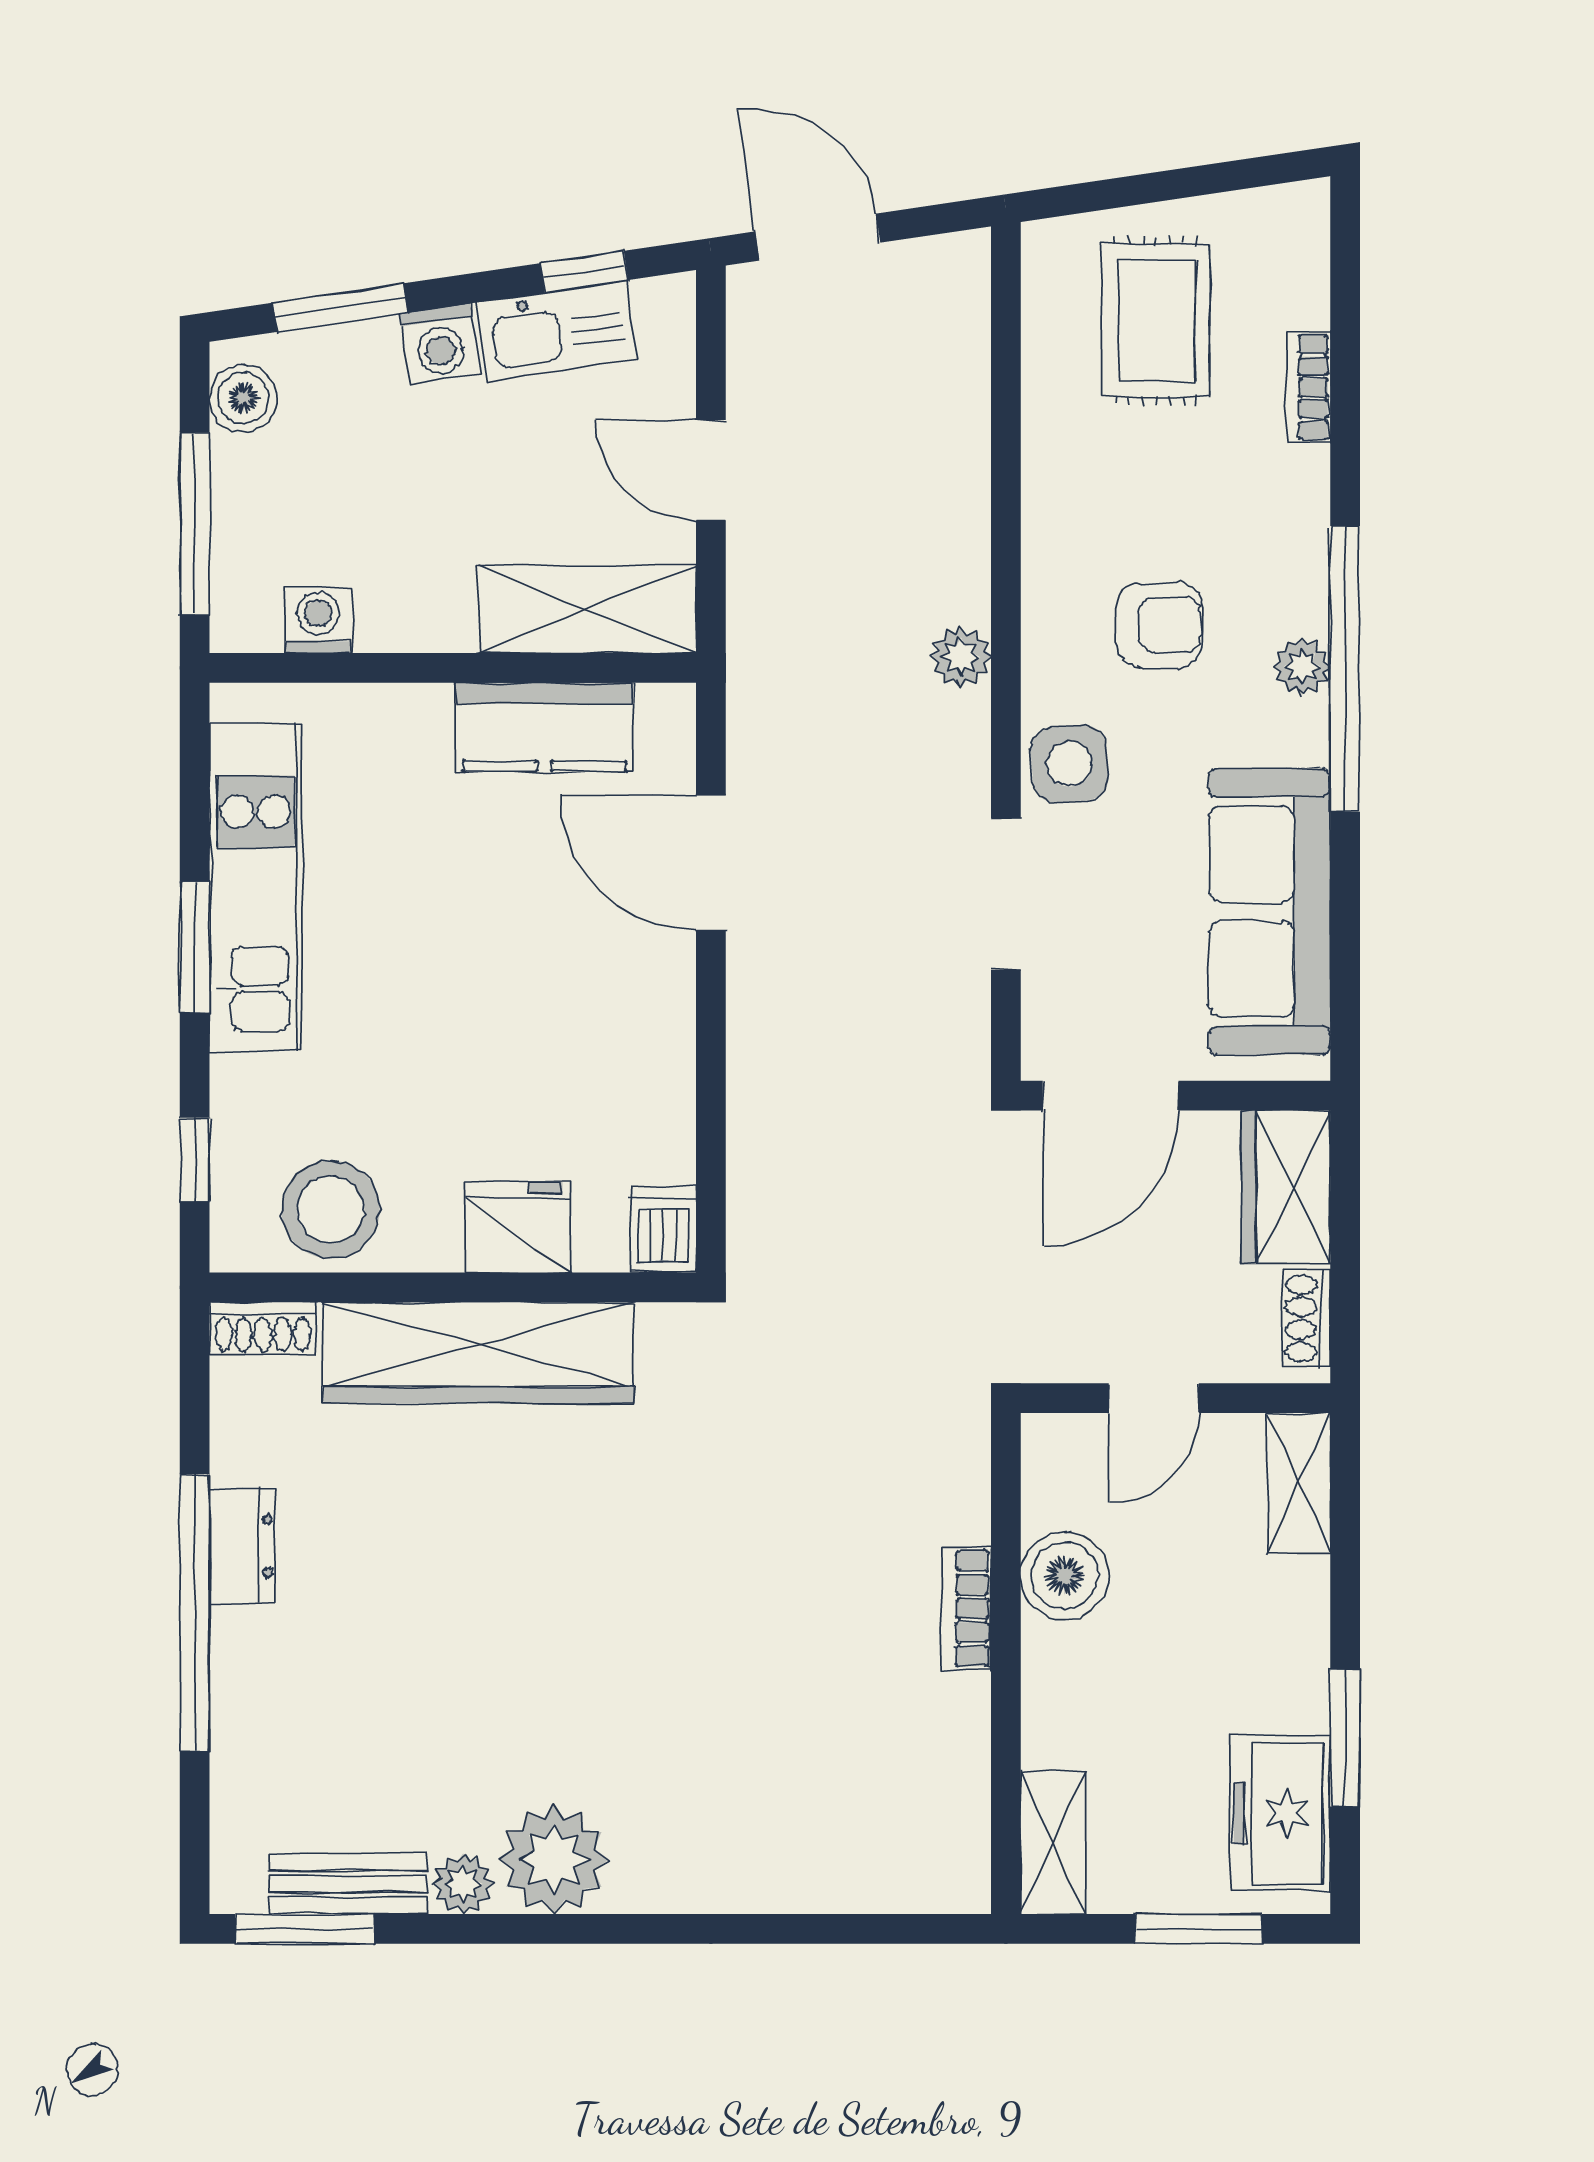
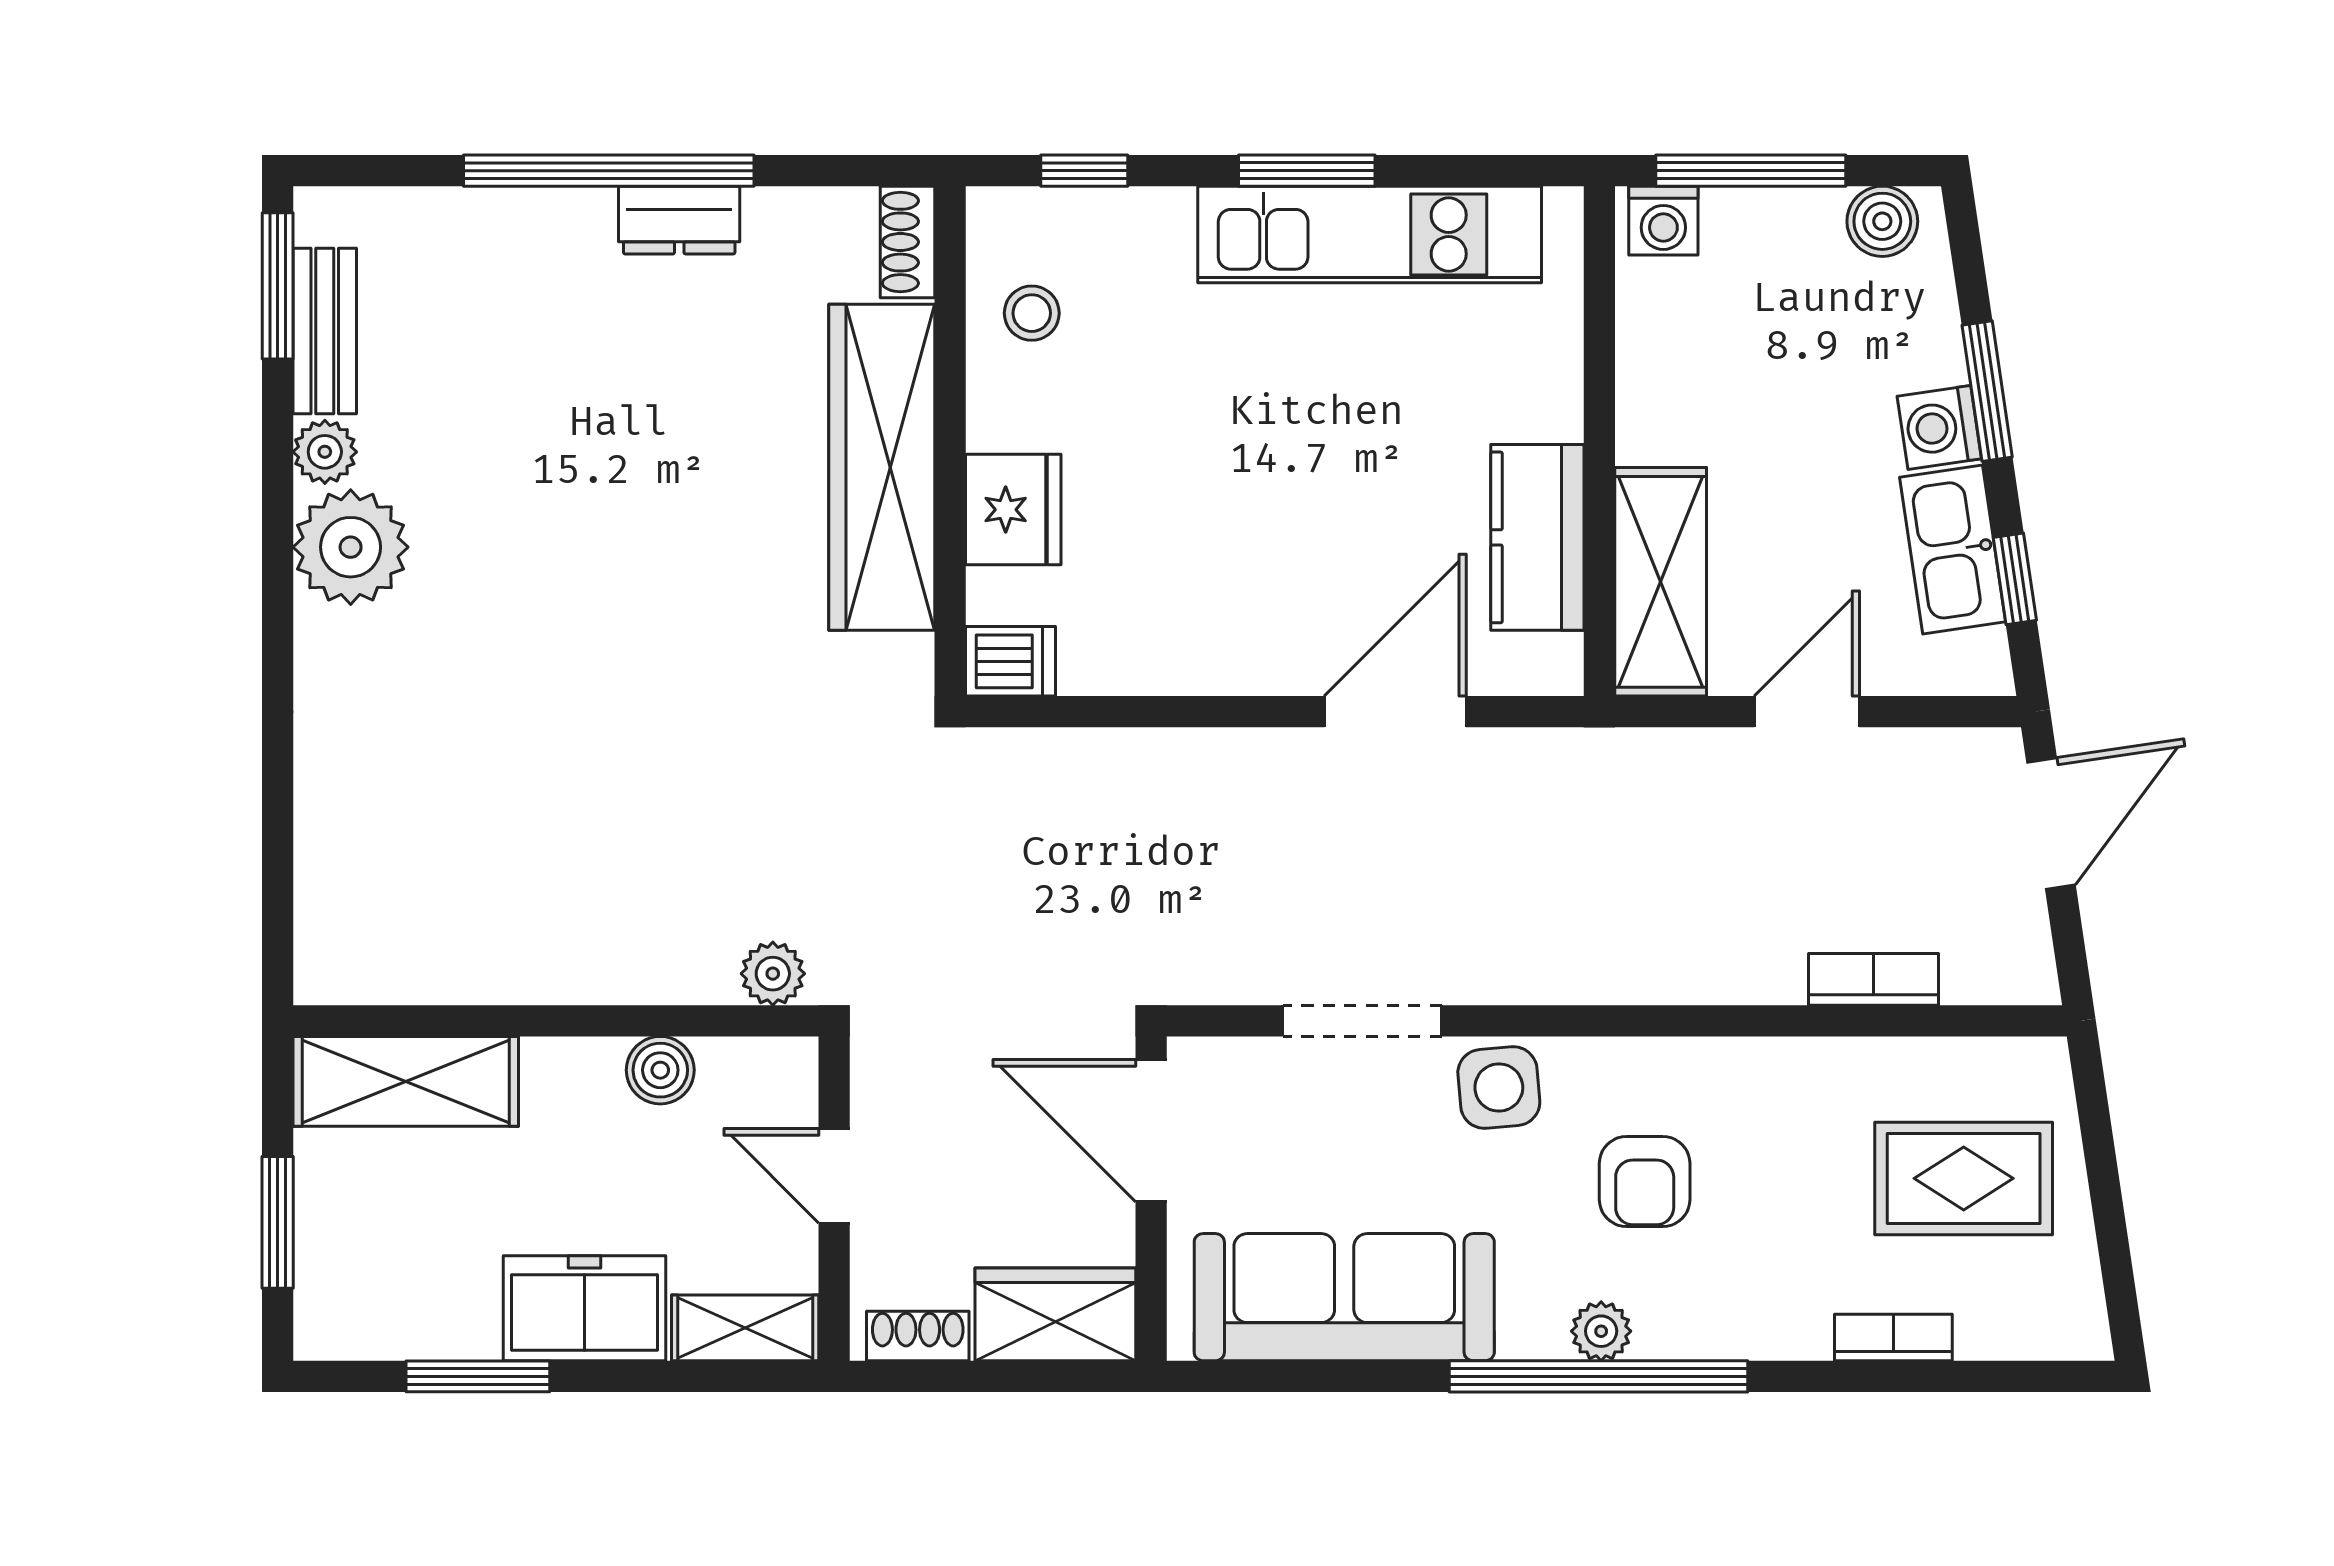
window: (340, 308) -> (1987, 391), moved
washing machine: (318, 620) -> (1663, 221), moved, turned 90
plant: (961, 657) -> (773, 974), moved
stool: (331, 1210) -> (1032, 313), width x0.53, depth x0.53
boiler: (1065, 1576) -> (660, 1070), width x0.73, depth x0.73
bookcase: (966, 1609) -> (1873, 979), moved
freezer: (1280, 1813) -> (584, 1308), moved
shelving: (1053, 1843) -> (406, 1081), width x1.50, depth x1.33

